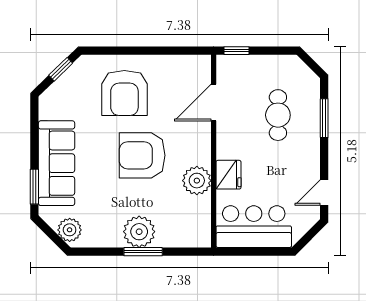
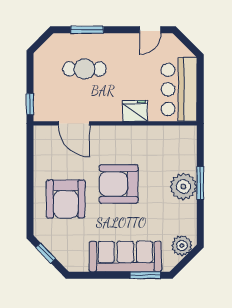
armchair: (124, 93) -> (66, 199), turned 90
armchair: (142, 155) -> (119, 184), turned 90
plant: (197, 181) -> (140, 138), removed
door: (324, 193) -> (150, 30), hinge flipped

